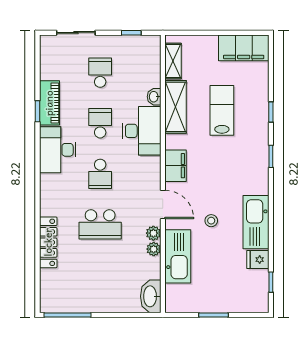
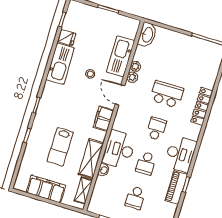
filing cabinet: (244, 48) -> (46, 189), moved
locker: (48, 242) -> (202, 106), moved

